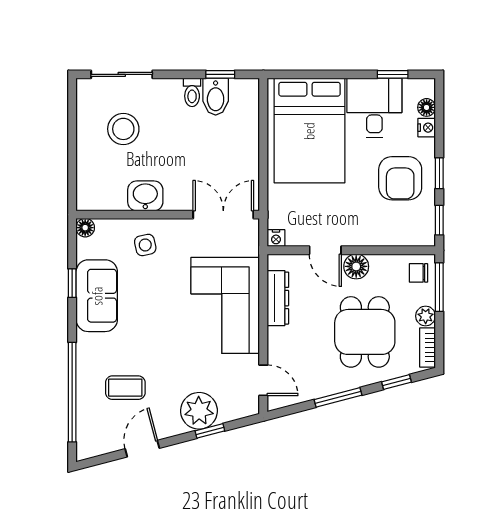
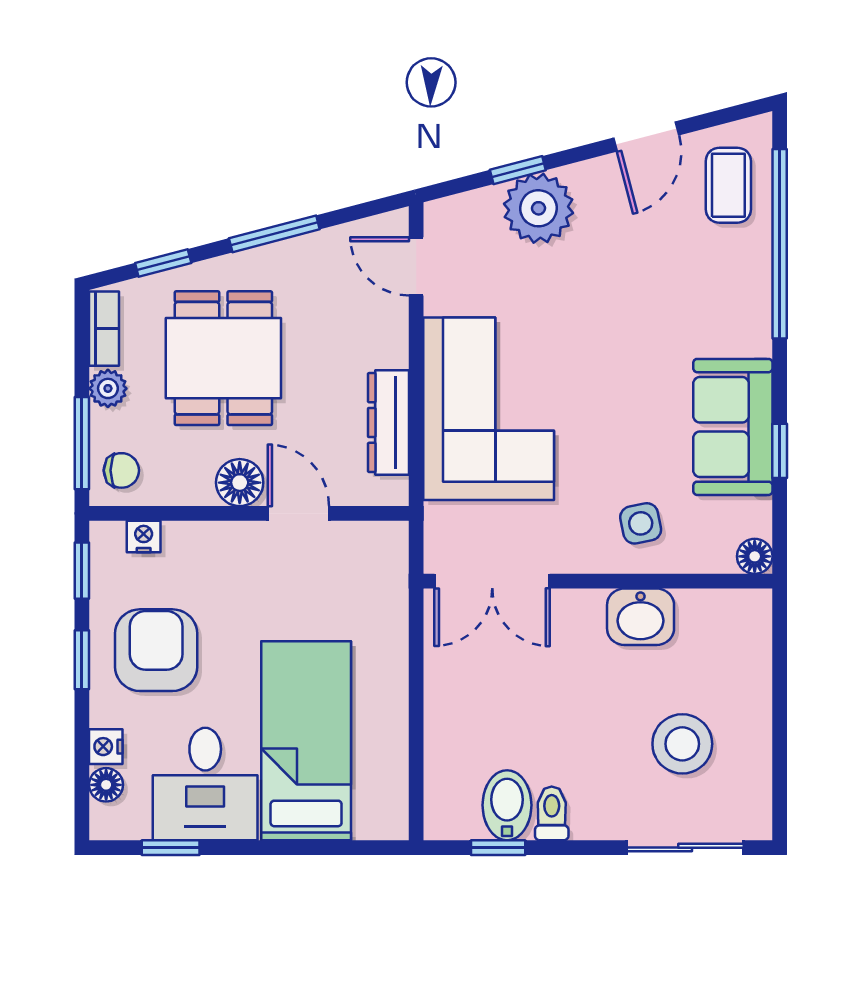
bed: (309, 131) -> (306, 741), width x0.67
nightstand: (276, 238) -> (144, 536), moved
coffee table: (125, 388) -> (728, 185), moved, turned 90

